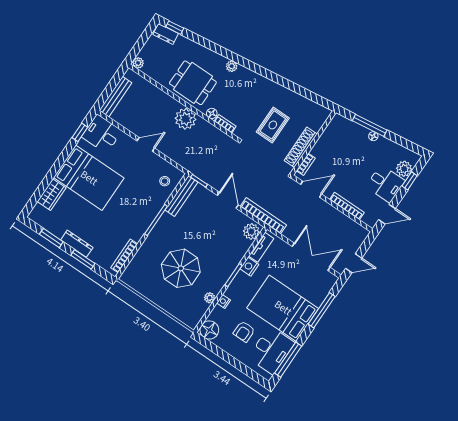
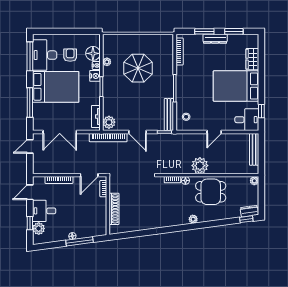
rug: (273, 125) -> (141, 200), removed
shoe rack: (301, 147) -> (114, 209), moved
nightstand: (249, 267) -> (95, 76), moved
floor lamp: (209, 330) -> (93, 53), moved

